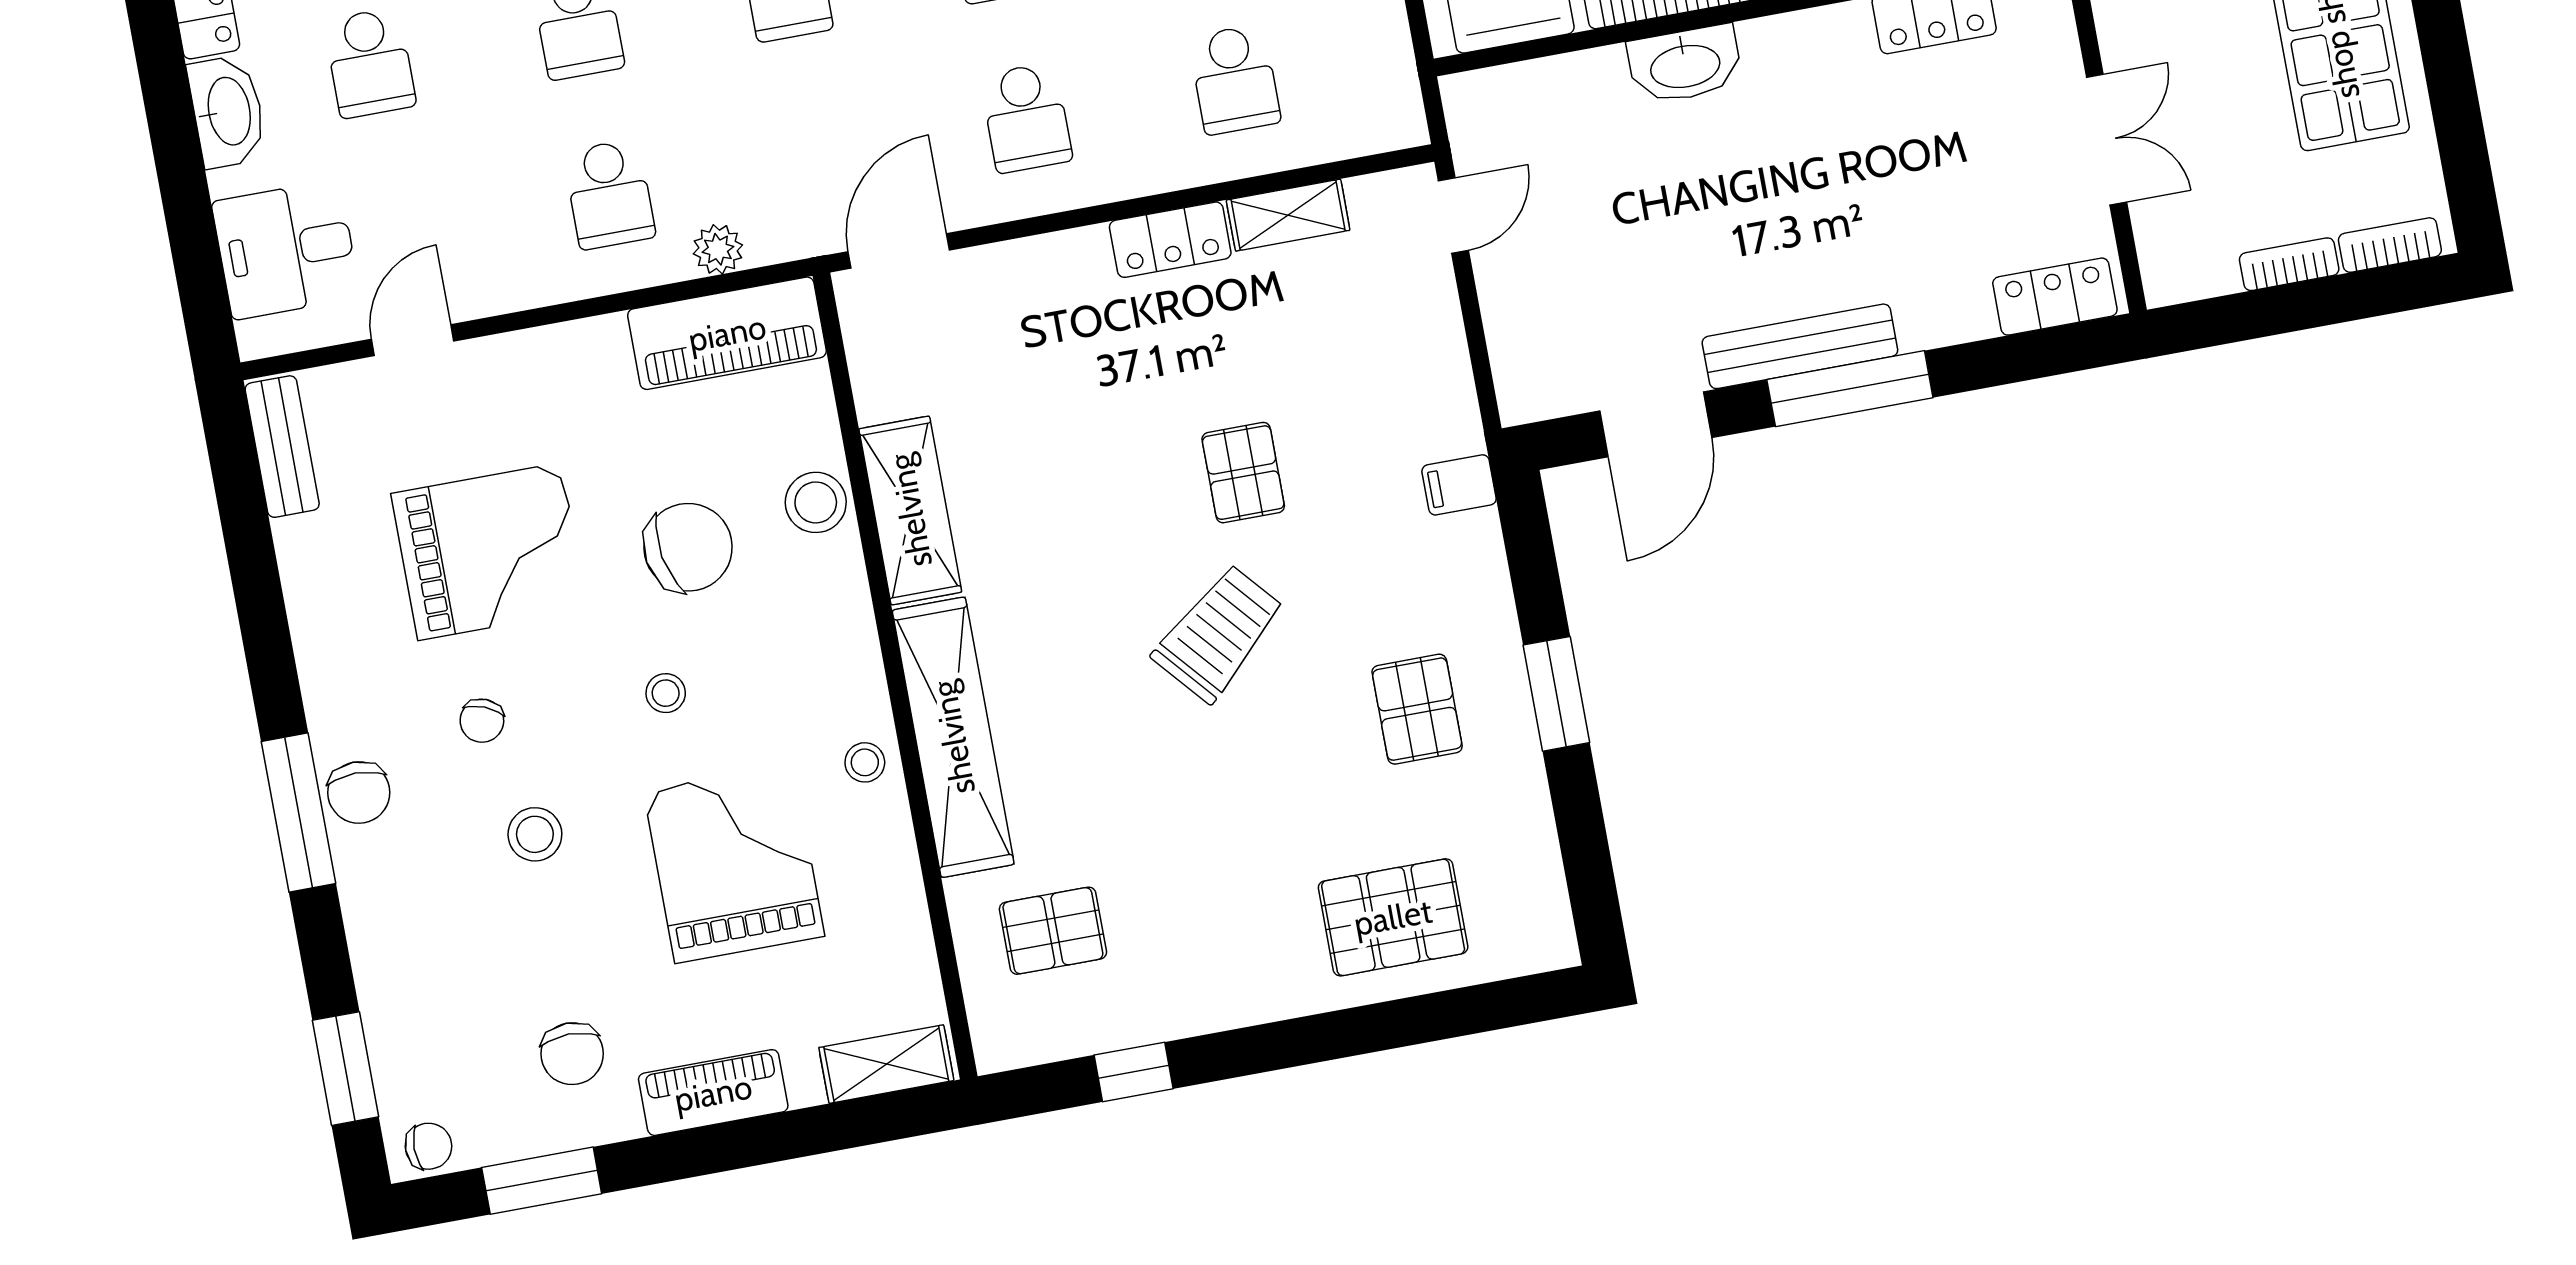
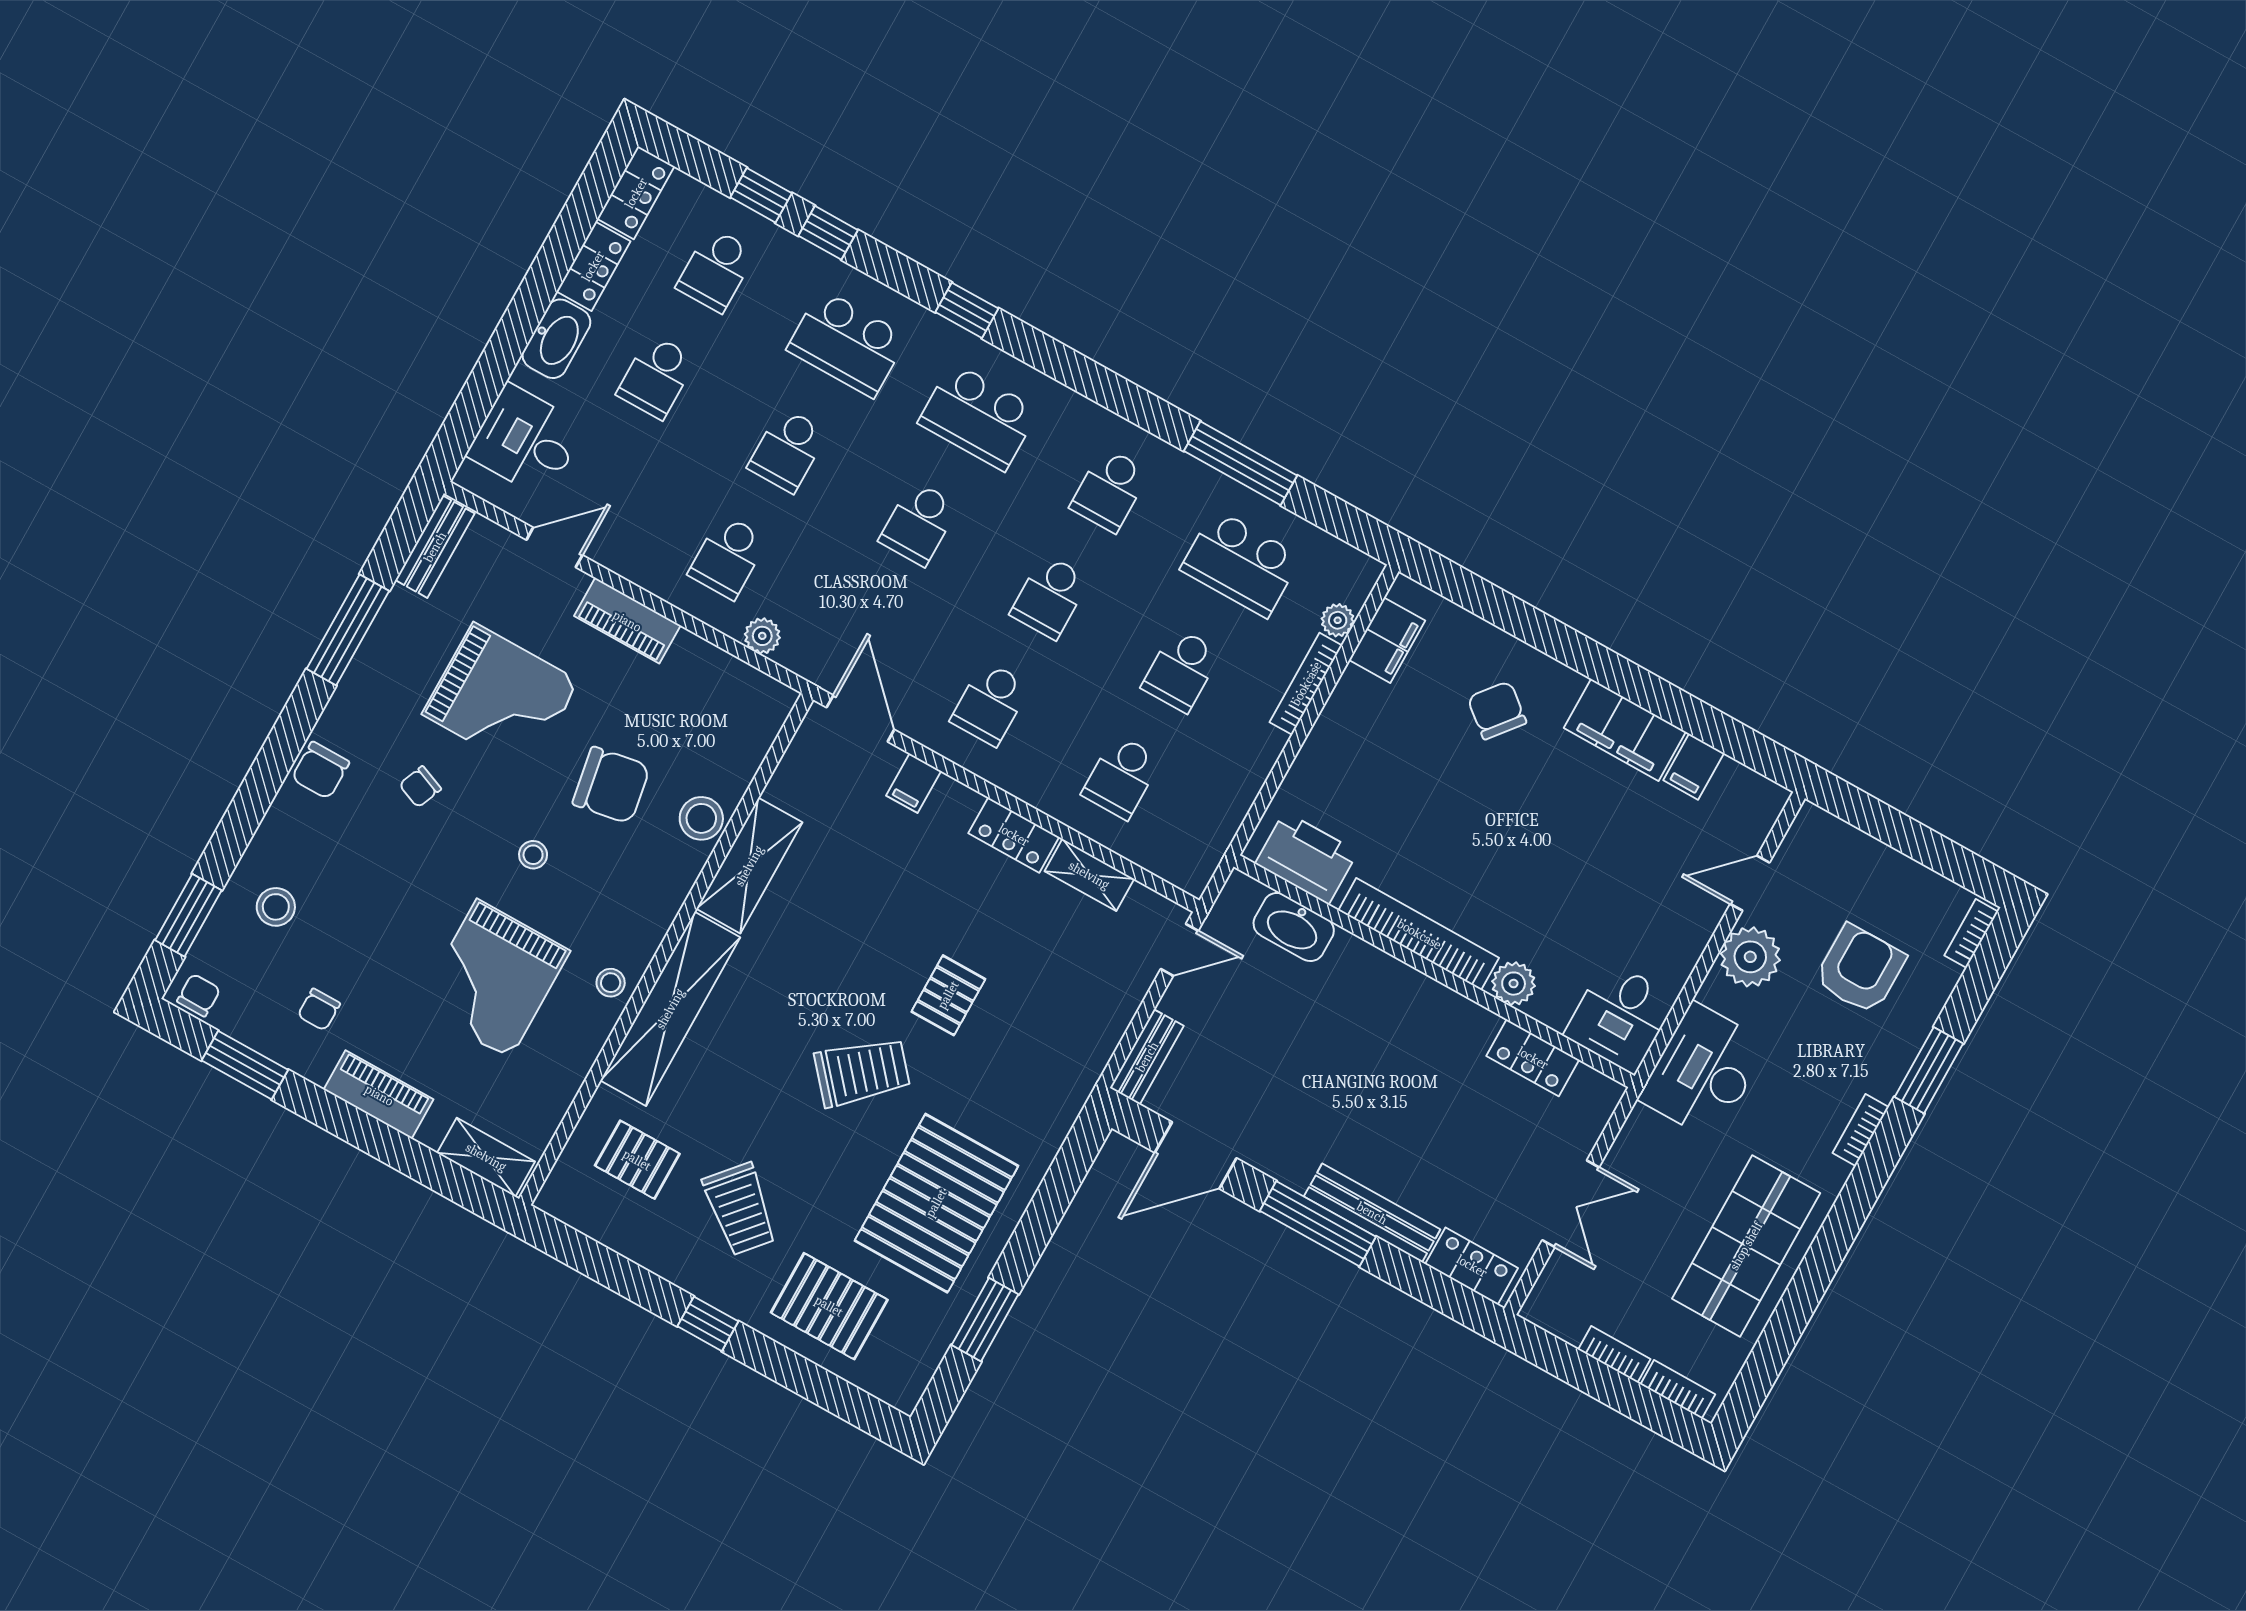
washbasin: (1685, 65) -> (1294, 927), moved
door: (899, 251) -> (860, 718), hinge flipped
piano: (727, 333) -> (627, 621), moved, width x0.73, depth x0.75
bench: (1800, 346) -> (1372, 1213), moved
bench: (1514, 361) -> (1147, 1057), added
filing cabinet: (1459, 485) -> (914, 783), moved, turned -90
window: (1556, 694) -> (985, 1320), moved
pallet: (1417, 709) -> (936, 1203), width x2.05, depth x2.00
window: (298, 813) -> (348, 630), moved
stool: (535, 834) -> (276, 907), moved
grand piano: (734, 864) -> (493, 979), turned 180
trolley: (1209, 892) -> (740, 1209), added
chair: (572, 1054) -> (319, 1010), width x0.73, depth x0.73
window: (1134, 1072) -> (708, 1324), moved
chair: (429, 1146) -> (199, 995), turned -90

